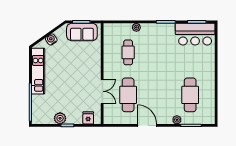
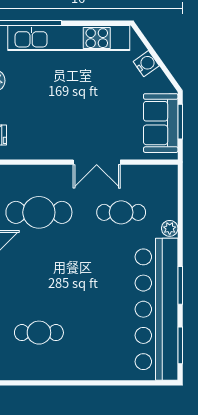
bar counter: (195, 34) -> (156, 309), width x1.86
kitchen unit: (38, 71) -> (69, 38), width x1.36
double door: (102, 91) -> (97, 162), moved
cafe table: (190, 95) -> (39, 333), width x0.73, depth x0.74

